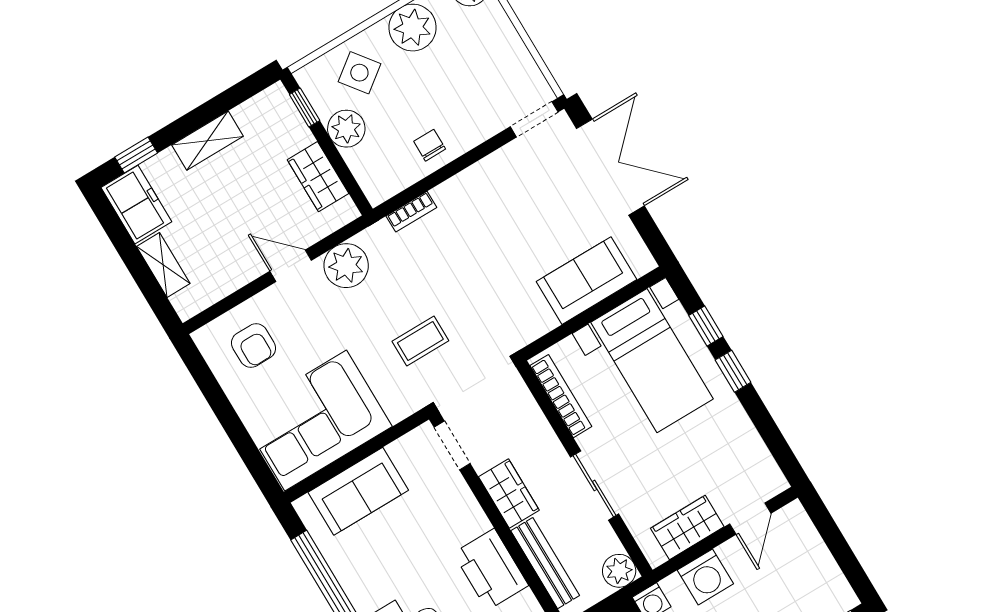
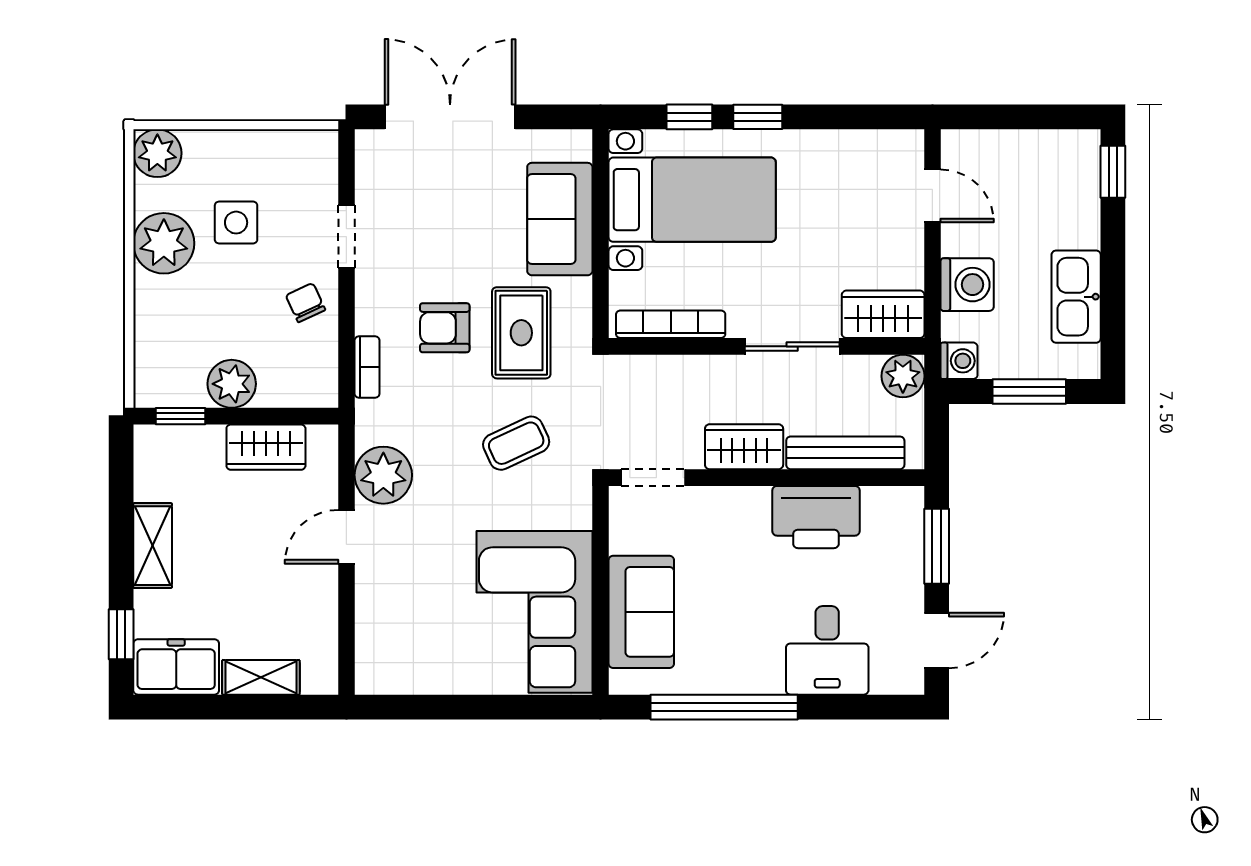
side table: (359, 73) -> (236, 223), moved, turned 37
doorway: (534, 119) -> (346, 237), moved
chair: (430, 145) -> (305, 303), turned 65
rug: (496, 300) -> (521, 333), added
coffee table: (420, 341) -> (516, 443), turned 65
armchair: (254, 346) -> (445, 328), moved, turned 180
wardrobe: (687, 527) -> (883, 314), moved, turned 90

